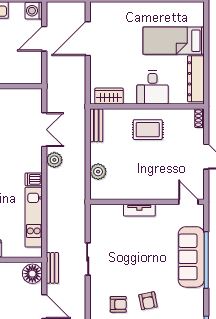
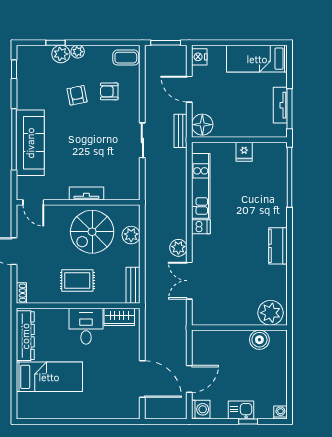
door: (88, 39) -> (142, 379), hinge flipped
desk: (152, 87) -> (86, 326), moved
spiral stairs: (134, 175) -> (92, 232), added

